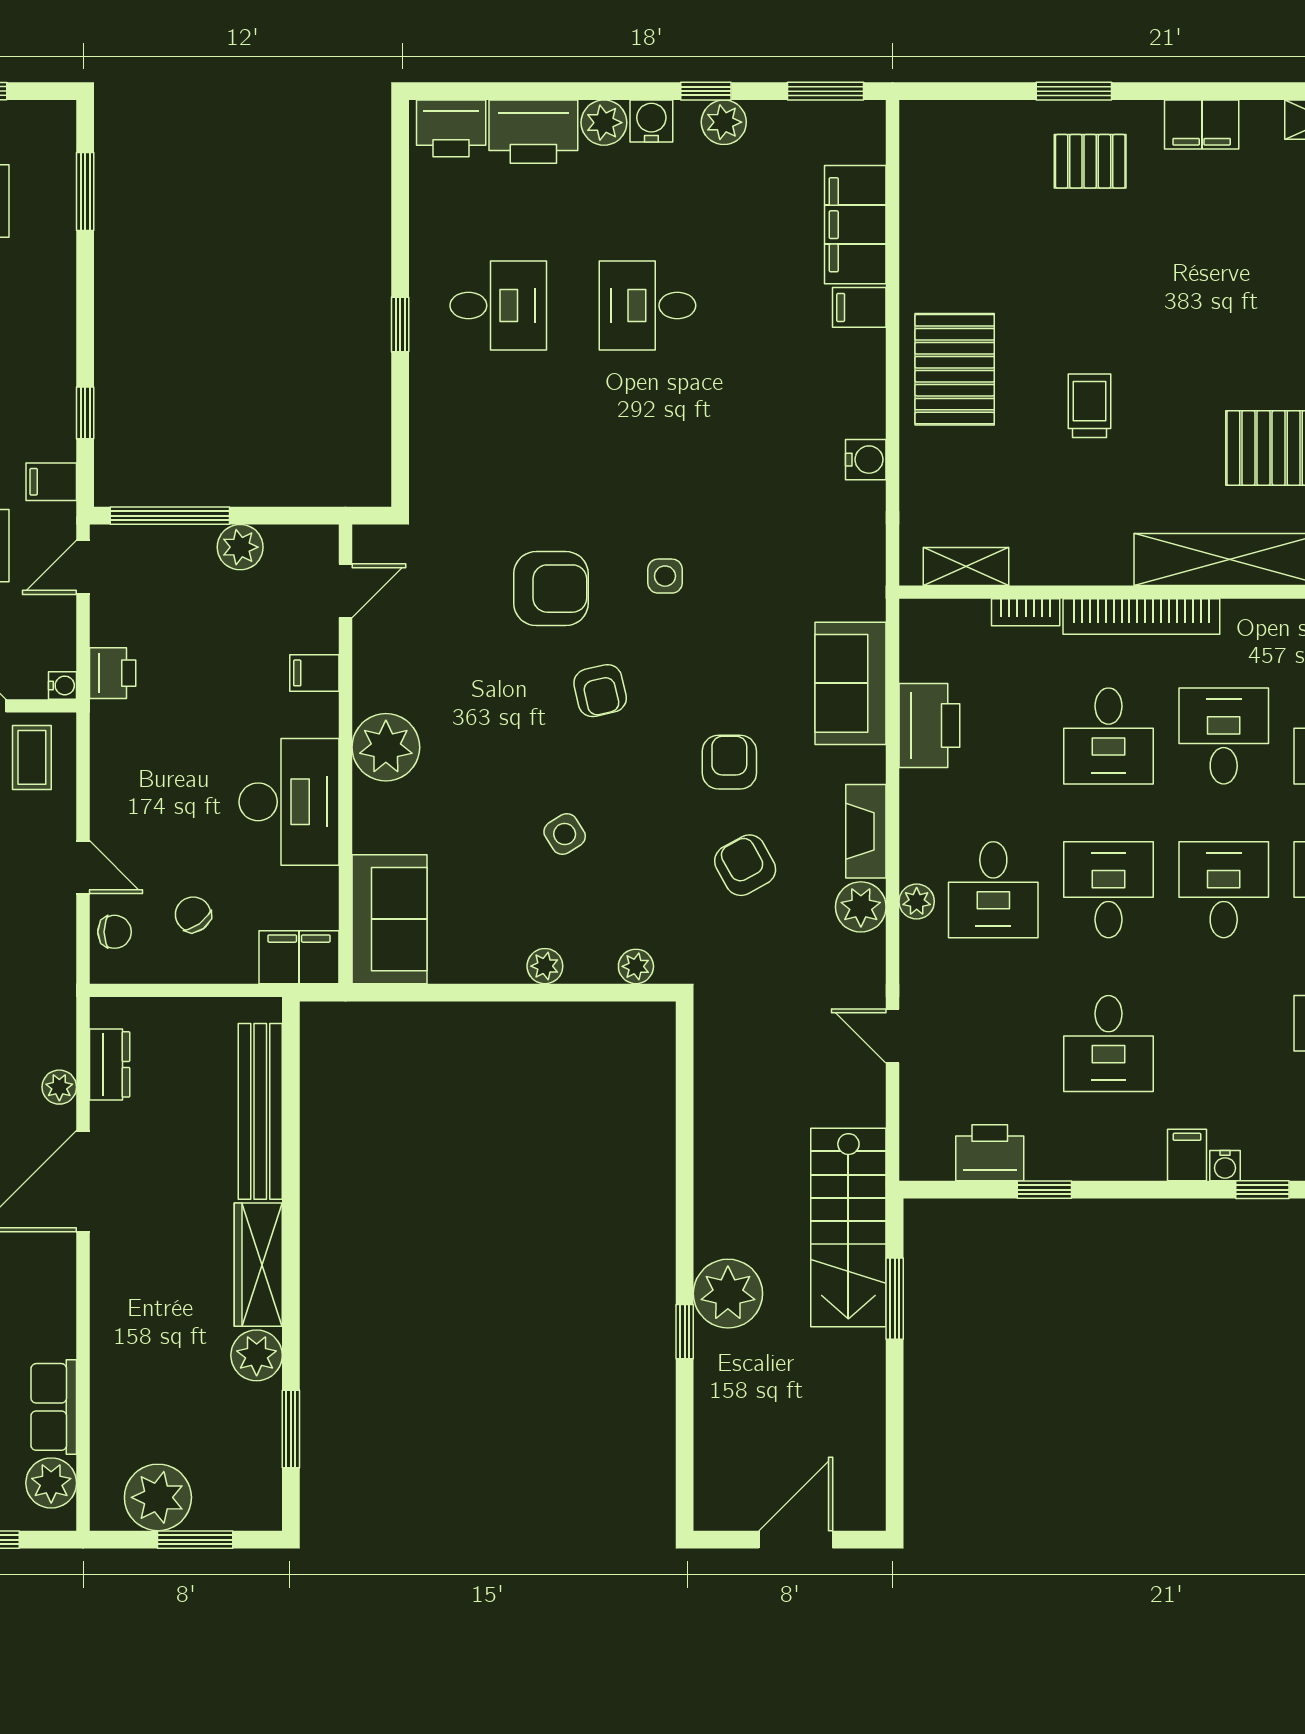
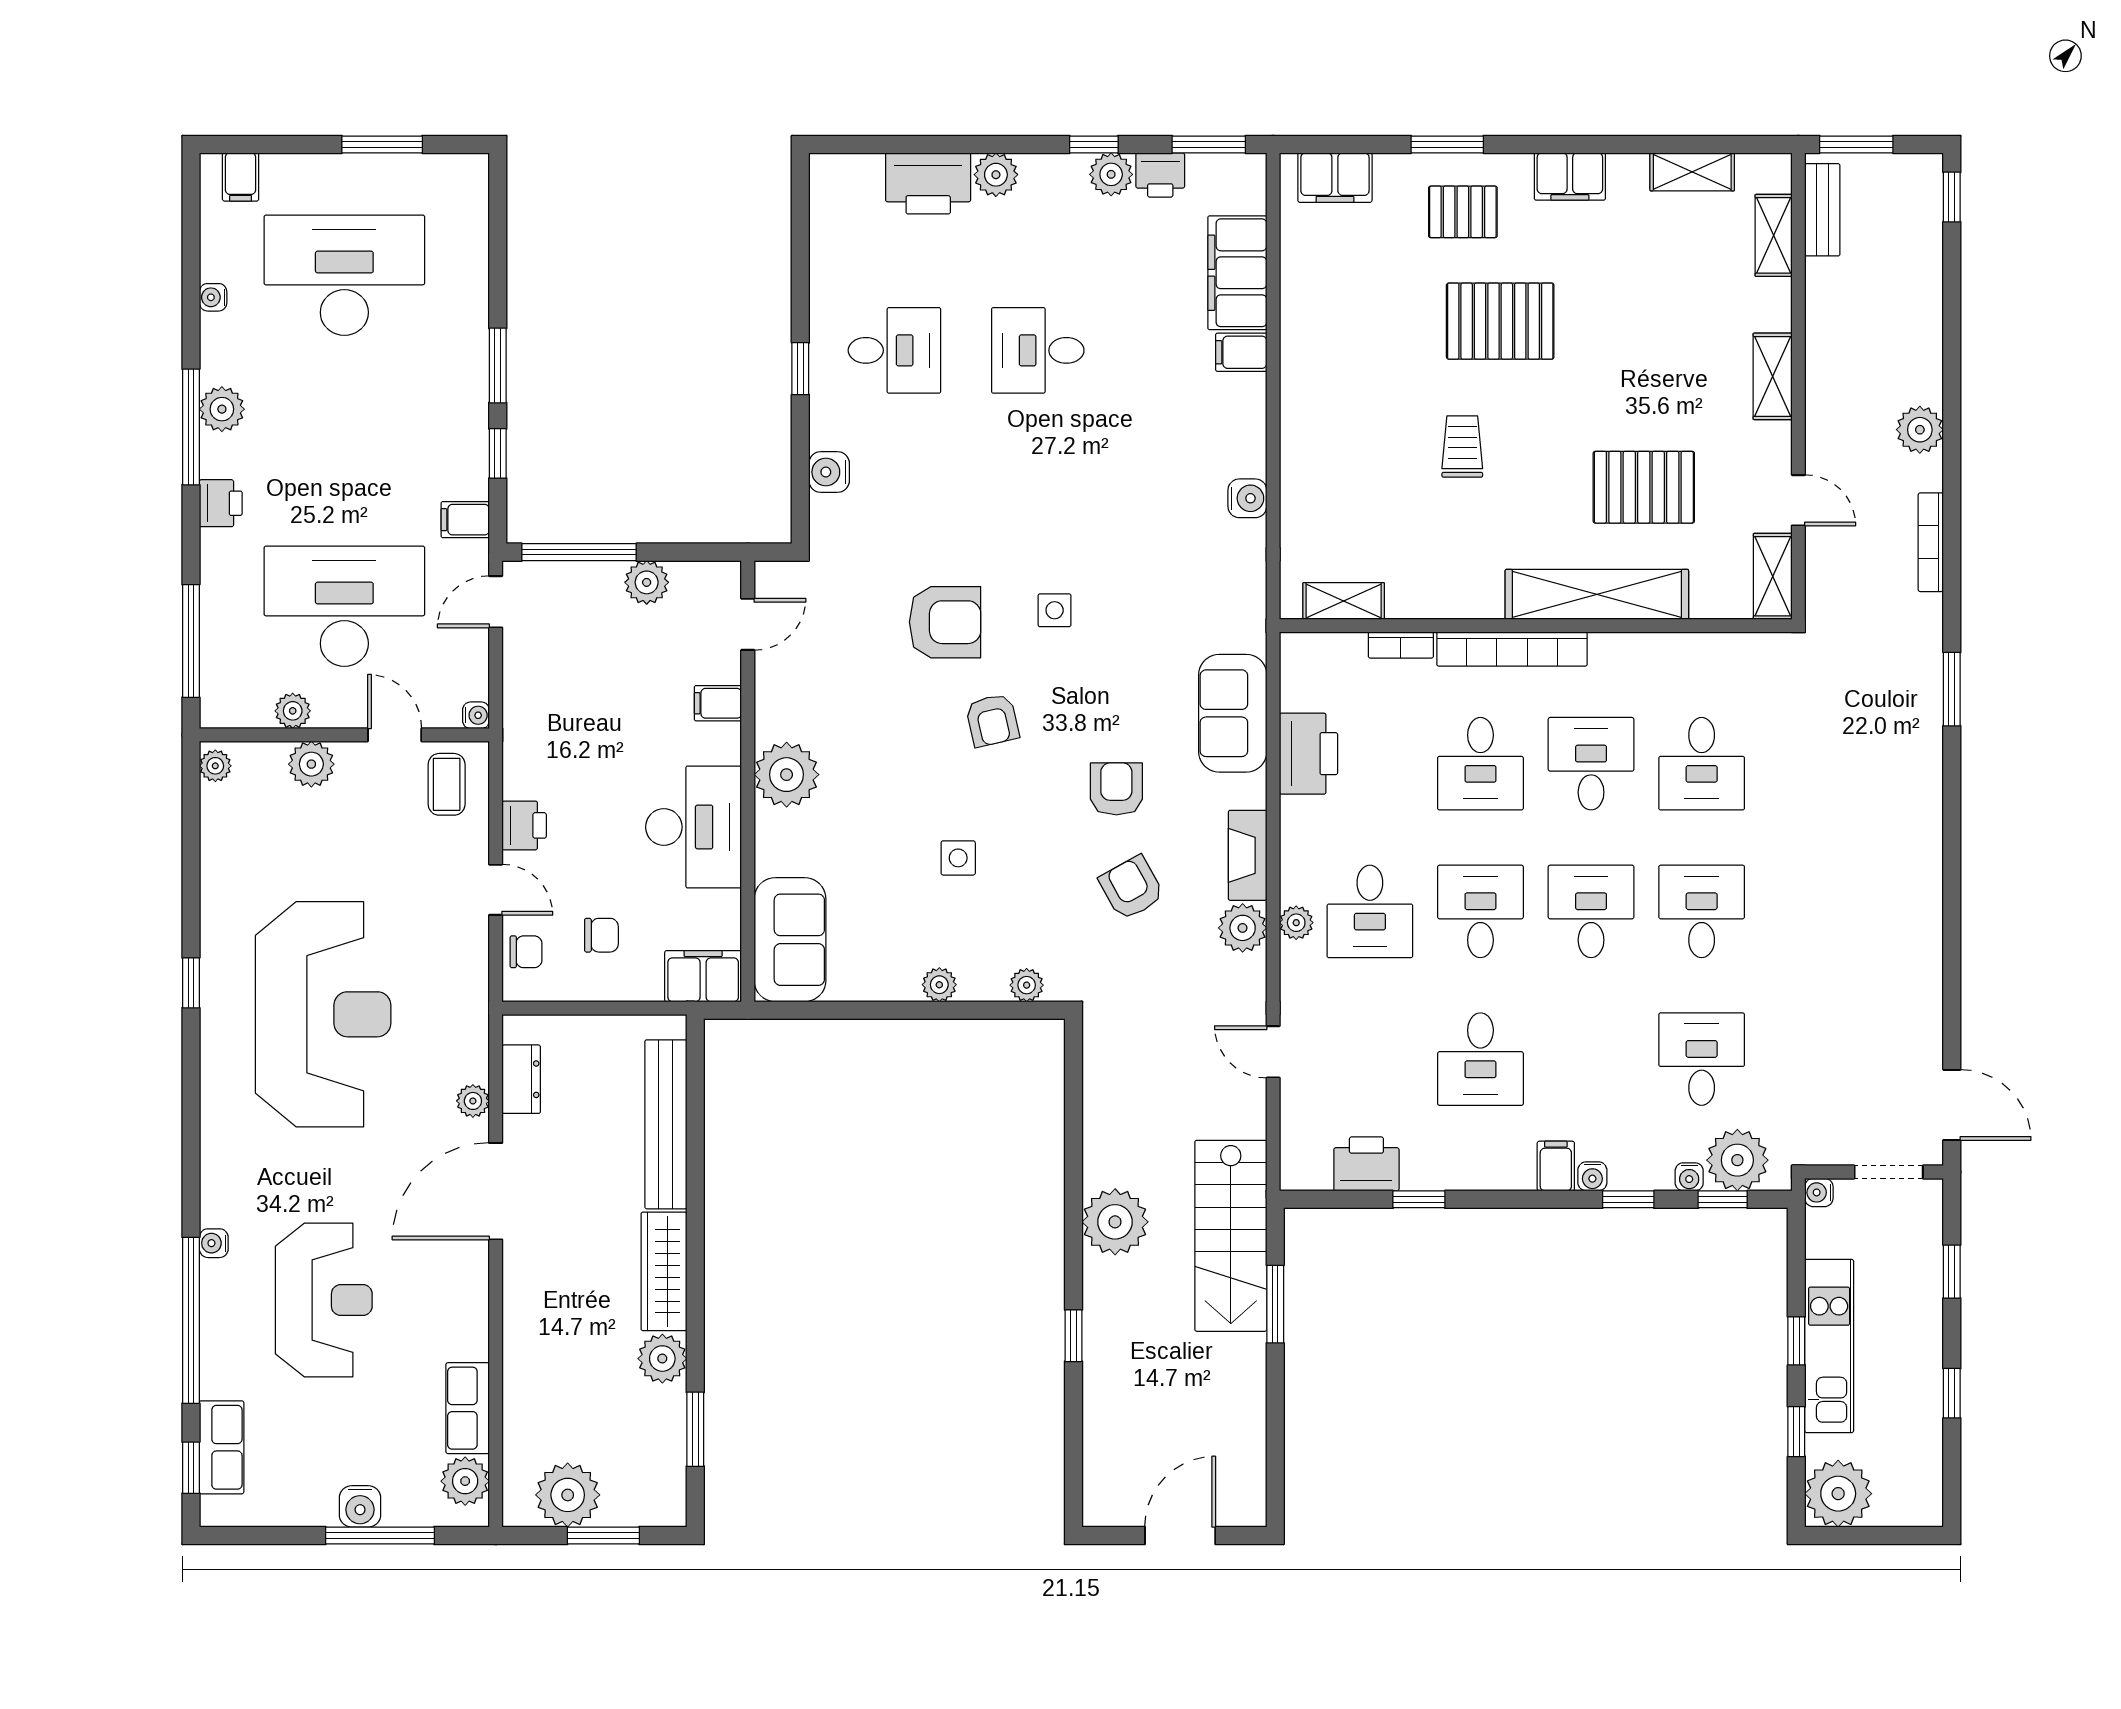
water cooler: (651, 121) -> (829, 472), moved, turned -90
filing cabinet: (957, 126) -> (1335, 178), added
printer: (451, 128) -> (1160, 175), moved, width x0.73, depth x0.81
window: (85, 191) -> (498, 366), moved
pallet: (955, 369) -> (1500, 321), moved, turned 90
printer: (113, 673) -> (524, 825), moved
side table: (565, 834) -> (958, 858), turned 32
chair: (193, 914) -> (601, 935), turned 126
plant: (728, 1294) -> (1115, 1222), moved

